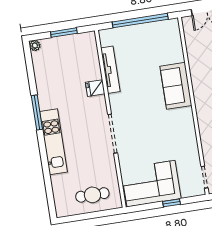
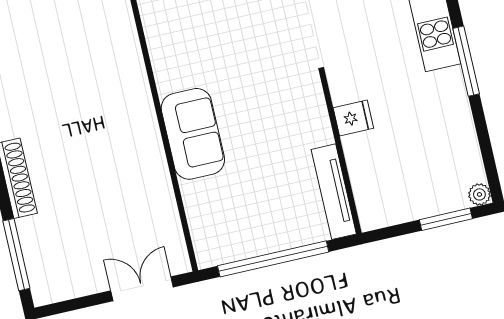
window: (64, 33) -> (446, 219), moved
tv unit: (110, 70) -> (334, 192), moved

